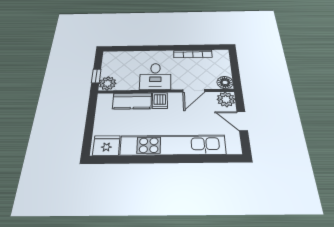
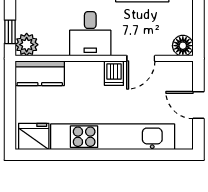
plant: (226, 99) -> (181, 73), removed
kitchen counter: (132, 101) -> (40, 73), moved
dishwasher: (160, 101) -> (114, 73), moved

